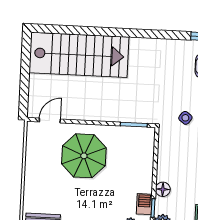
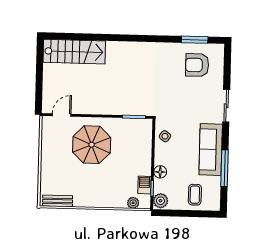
stairs: (79, 55) -> (74, 52), width x0.73, depth x0.66
side table: (185, 118) -> (165, 136), moved

